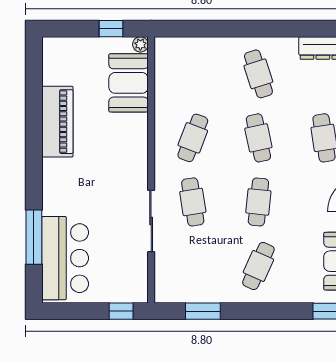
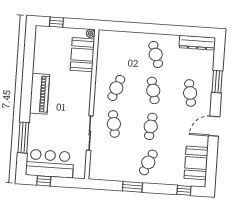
window: (111, 29) -> (56, 22), moved
piano: (57, 122) -> (40, 94), moved
bar counter: (65, 258) -> (50, 164), moved, turned -90
window: (121, 311) -> (44, 181), moved
window: (203, 311) -> (132, 187), moved

